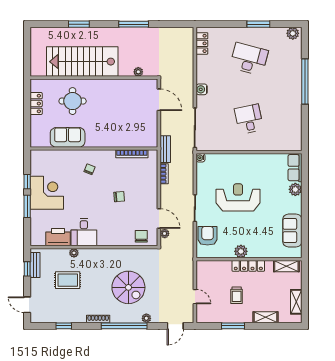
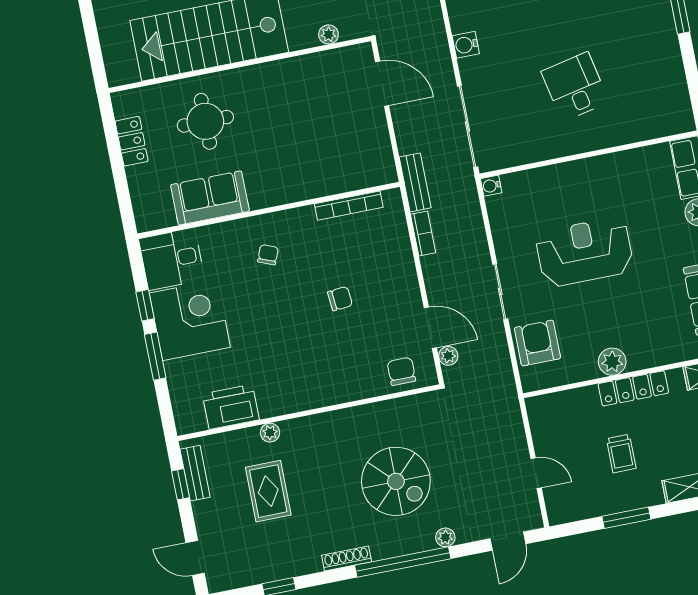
desk: (84, 232) -> (172, 259), moved, turned 90
rug: (68, 280) -> (268, 491), turned 90

